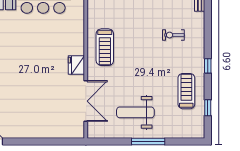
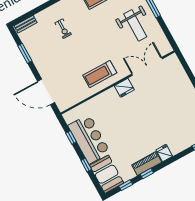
treadmill: (105, 47) -> (100, 74), turned 180

